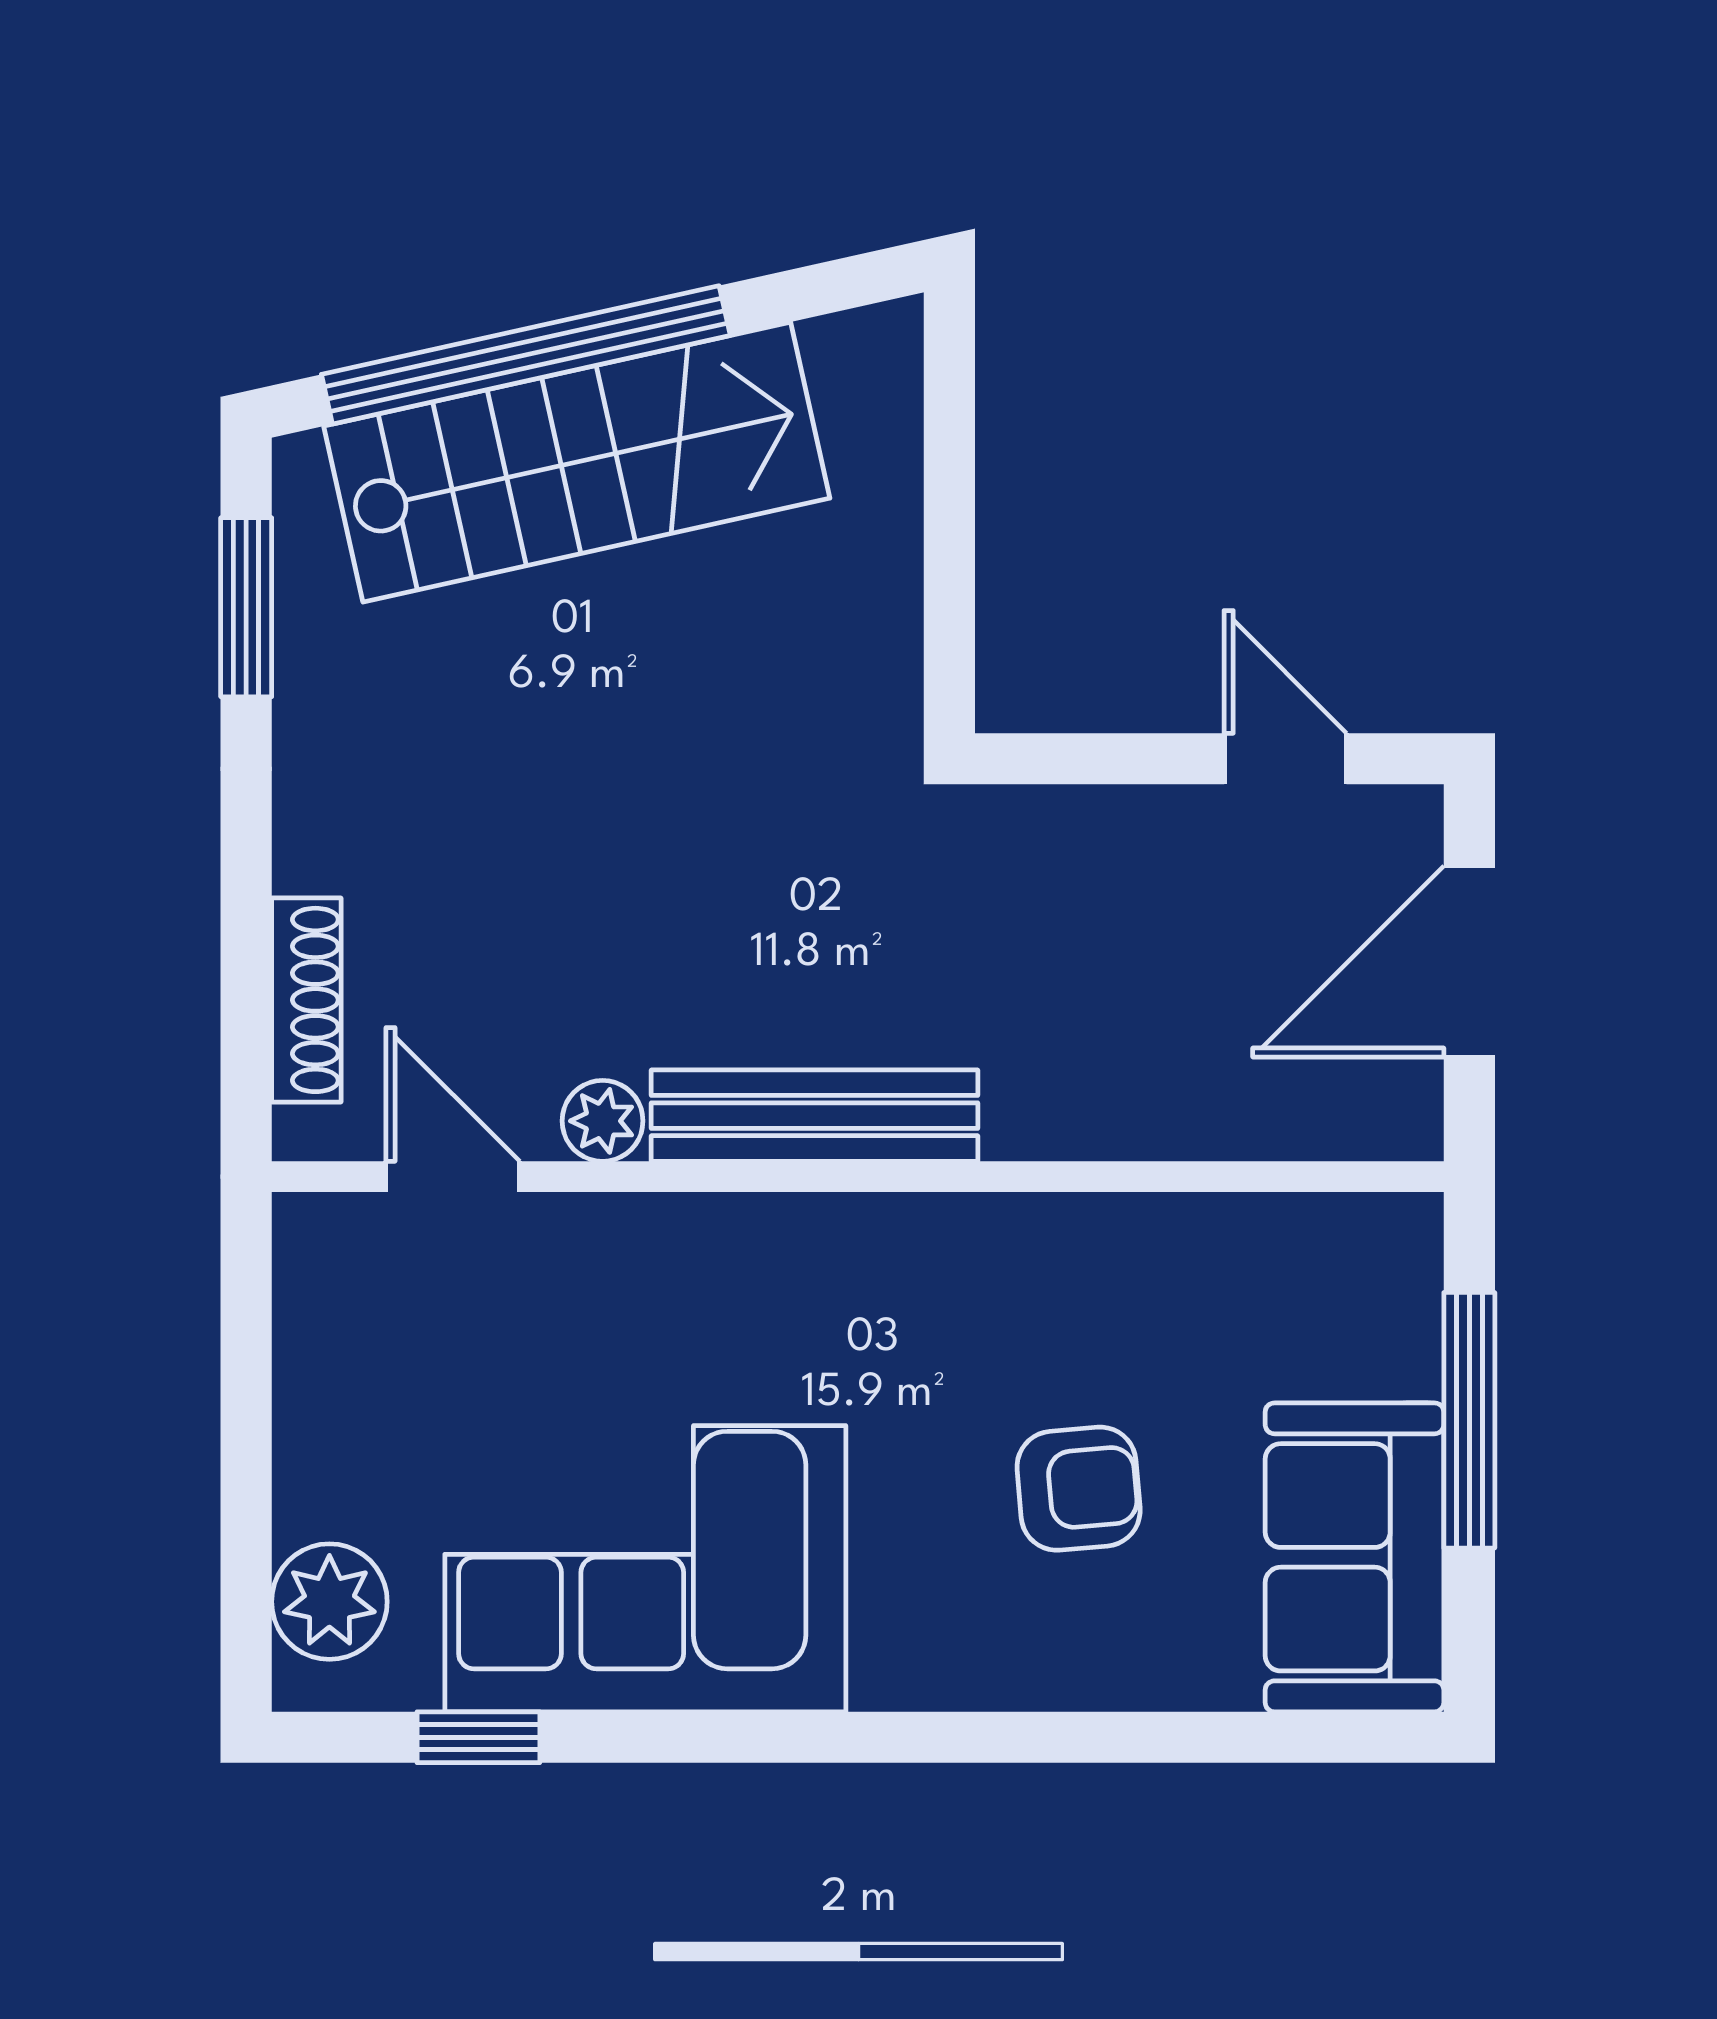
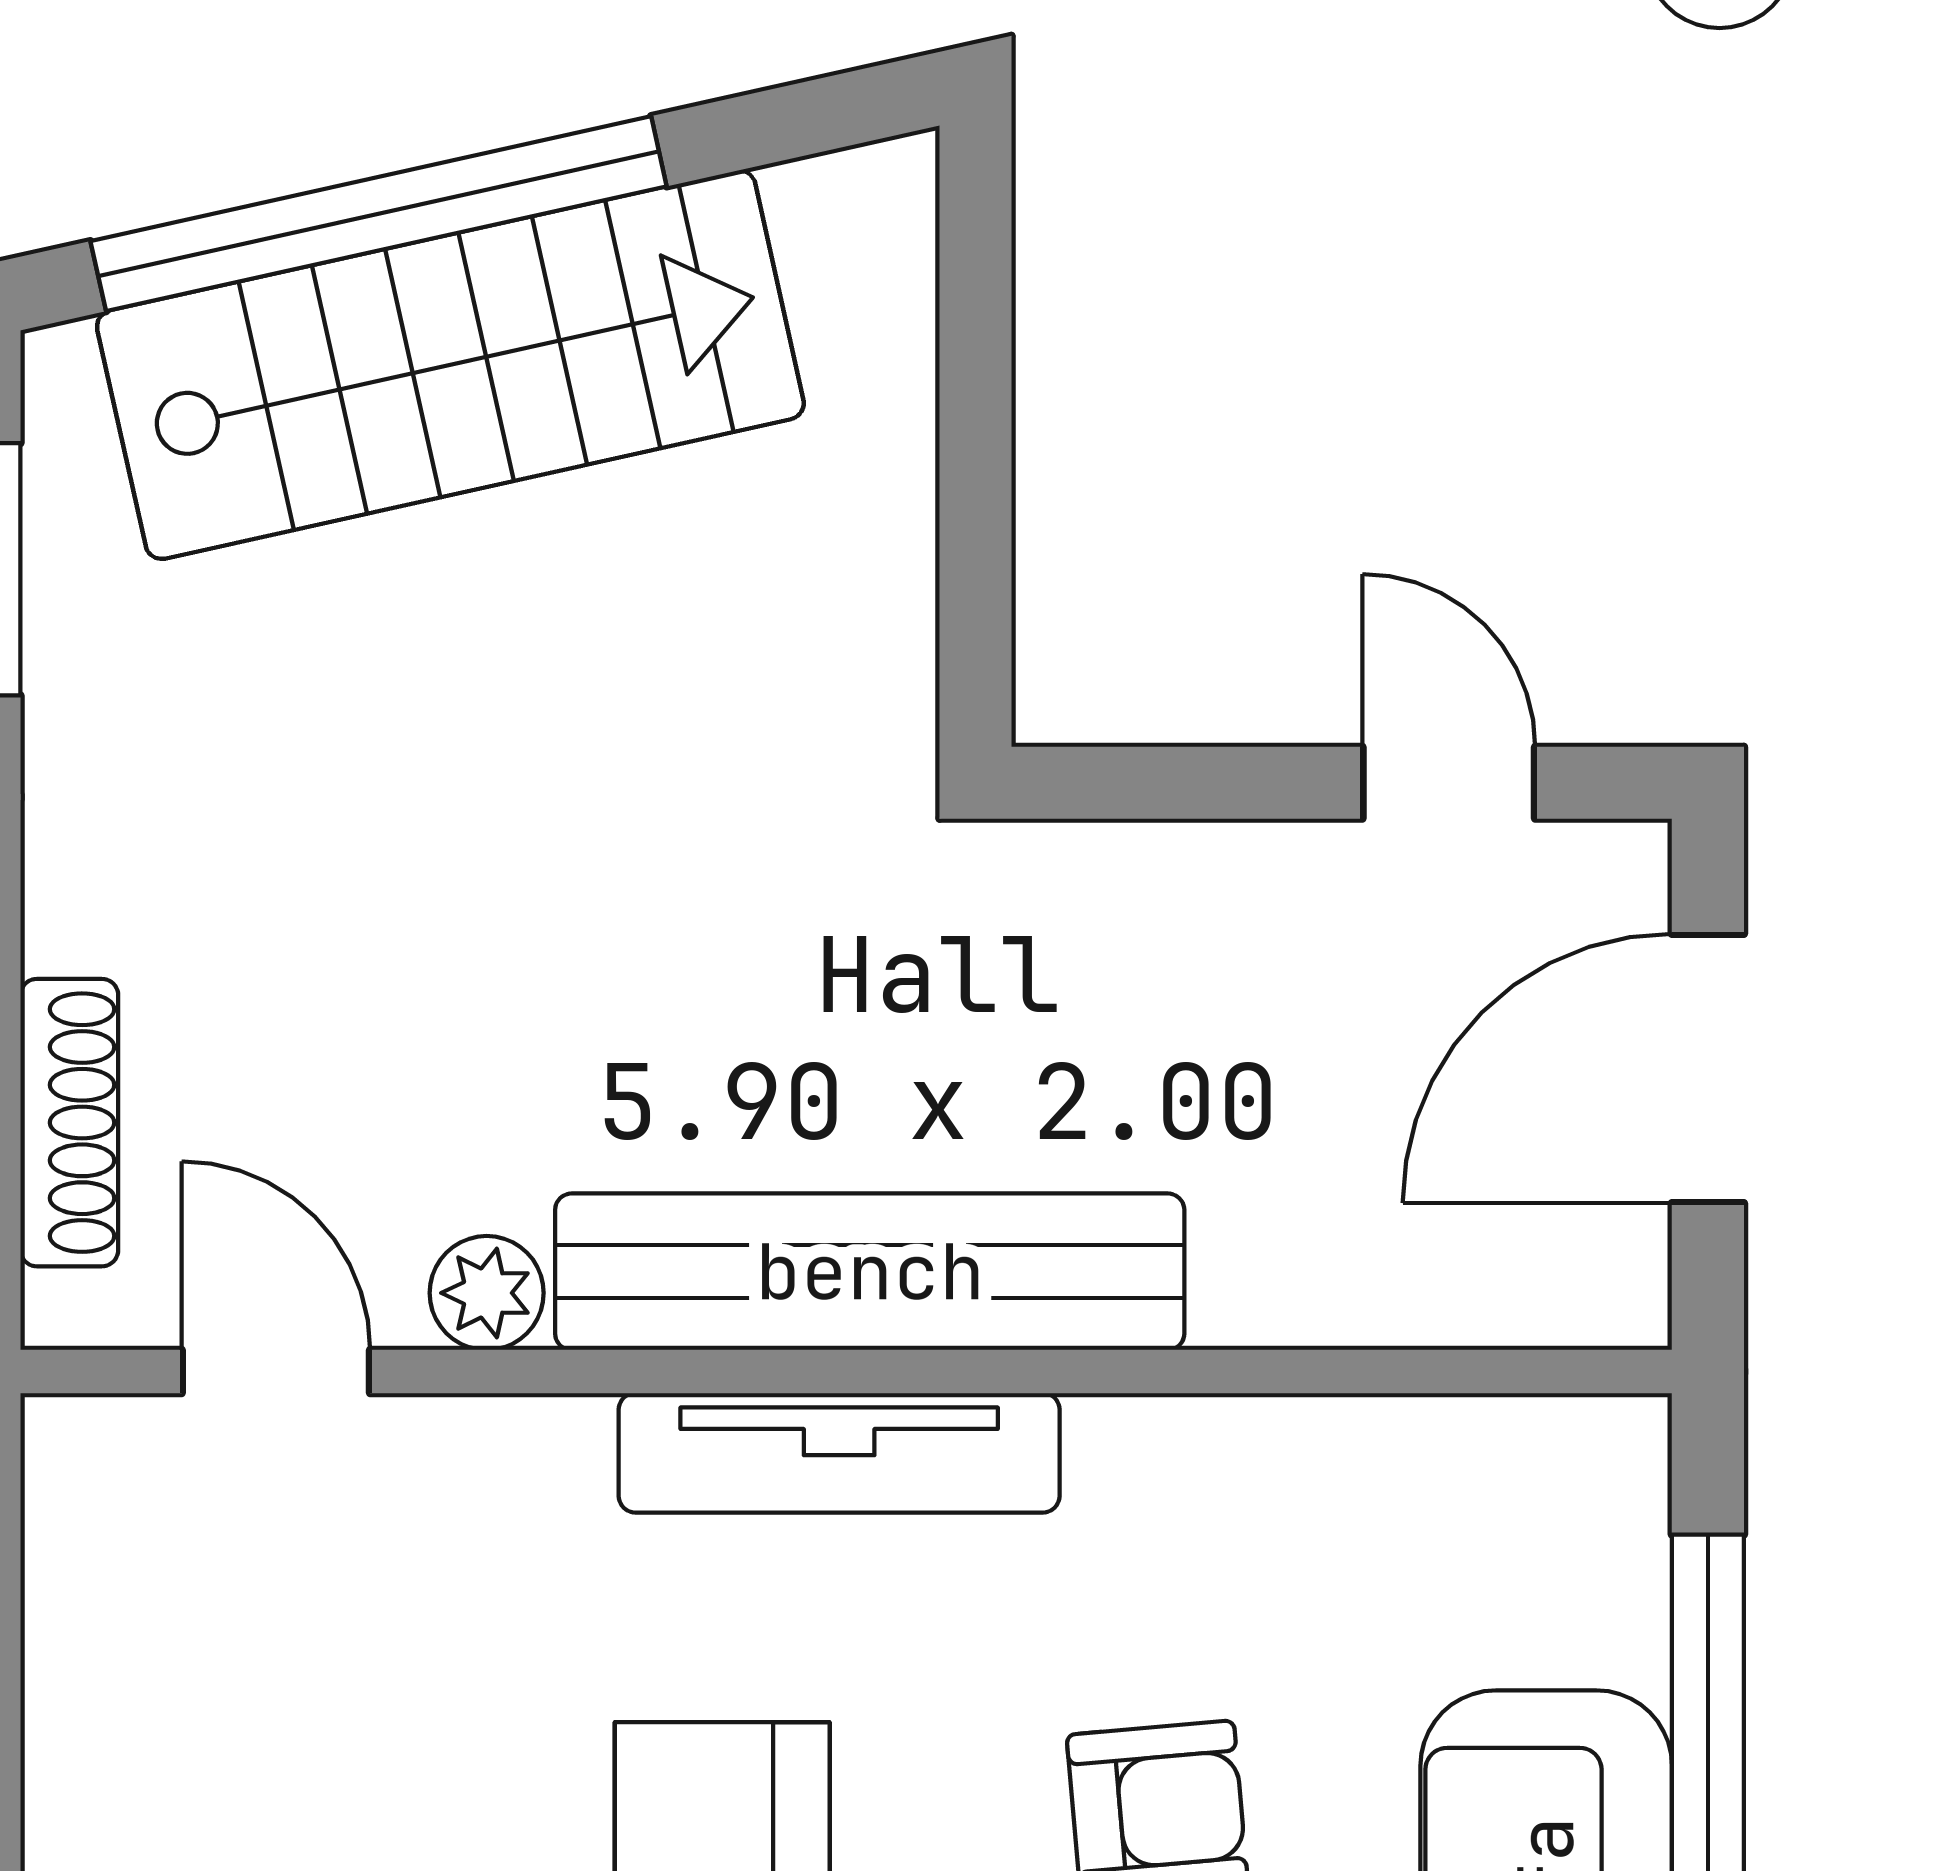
bench: (815, 1116) -> (870, 1272), width x1.37, depth x1.21
tv unit: (853, 1234) -> (839, 1453), added

